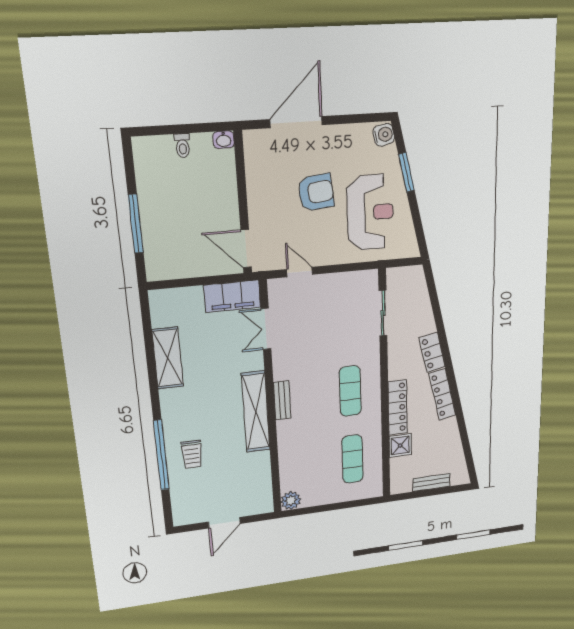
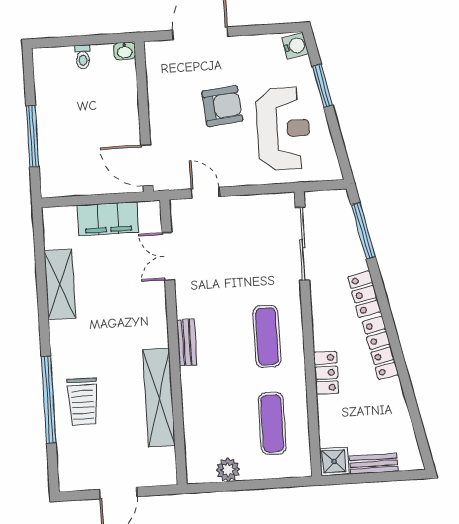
filing cabinet: (232, 296) -> (108, 219), moved
window: (434, 300) -> (363, 231), added
sliding door: (383, 313) -> (302, 244), width x1.37
locker: (398, 407) -> (326, 373), width x0.66
shelving: (256, 412) -> (159, 398), moved
shower: (400, 445) -> (334, 461), moved
trolley: (192, 454) -> (83, 401), width x1.36, depth x1.39
plant: (291, 501) -> (228, 470), moved

